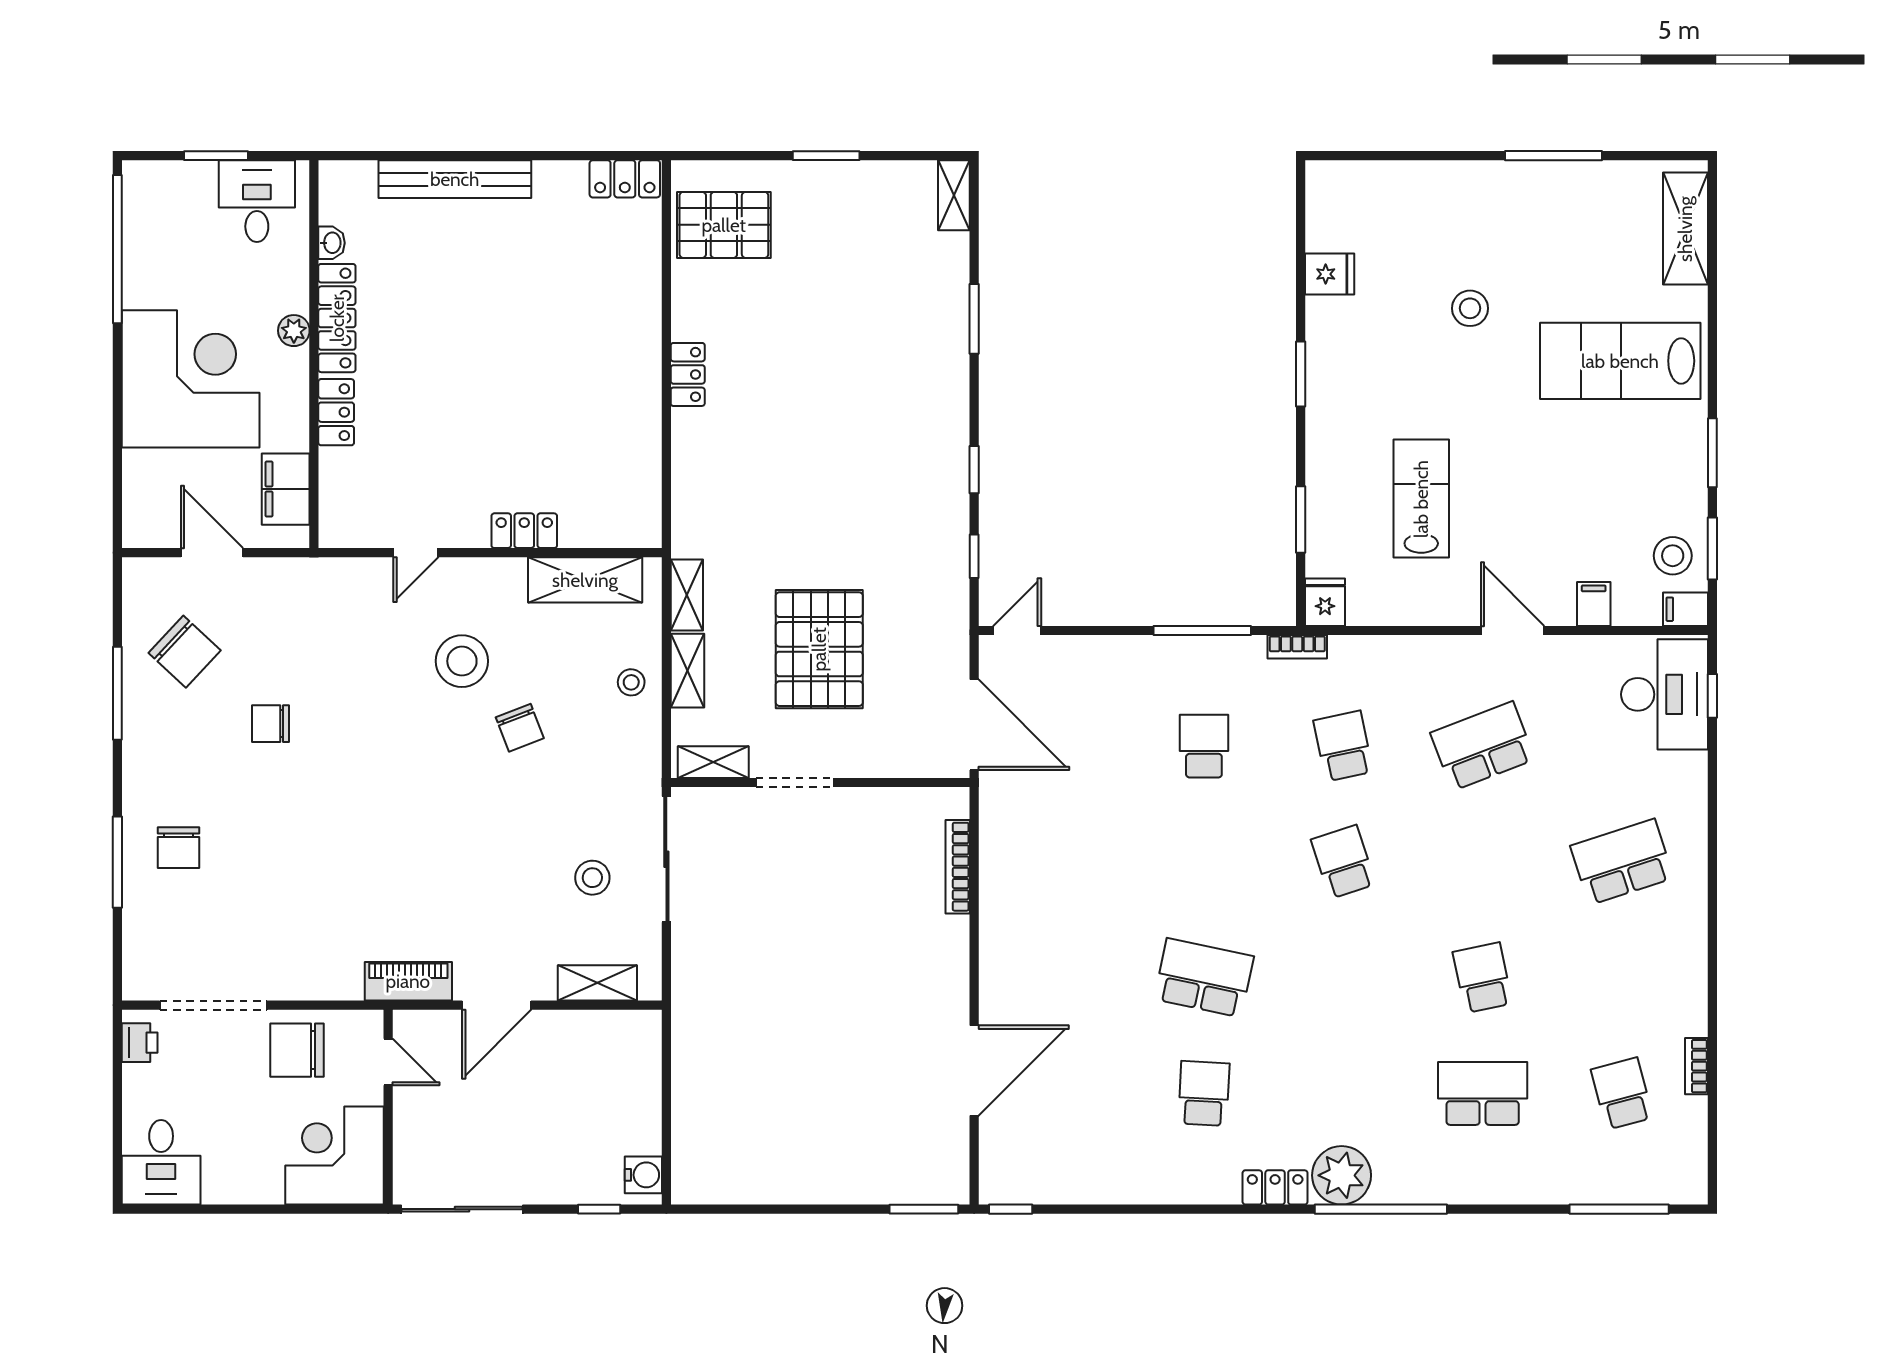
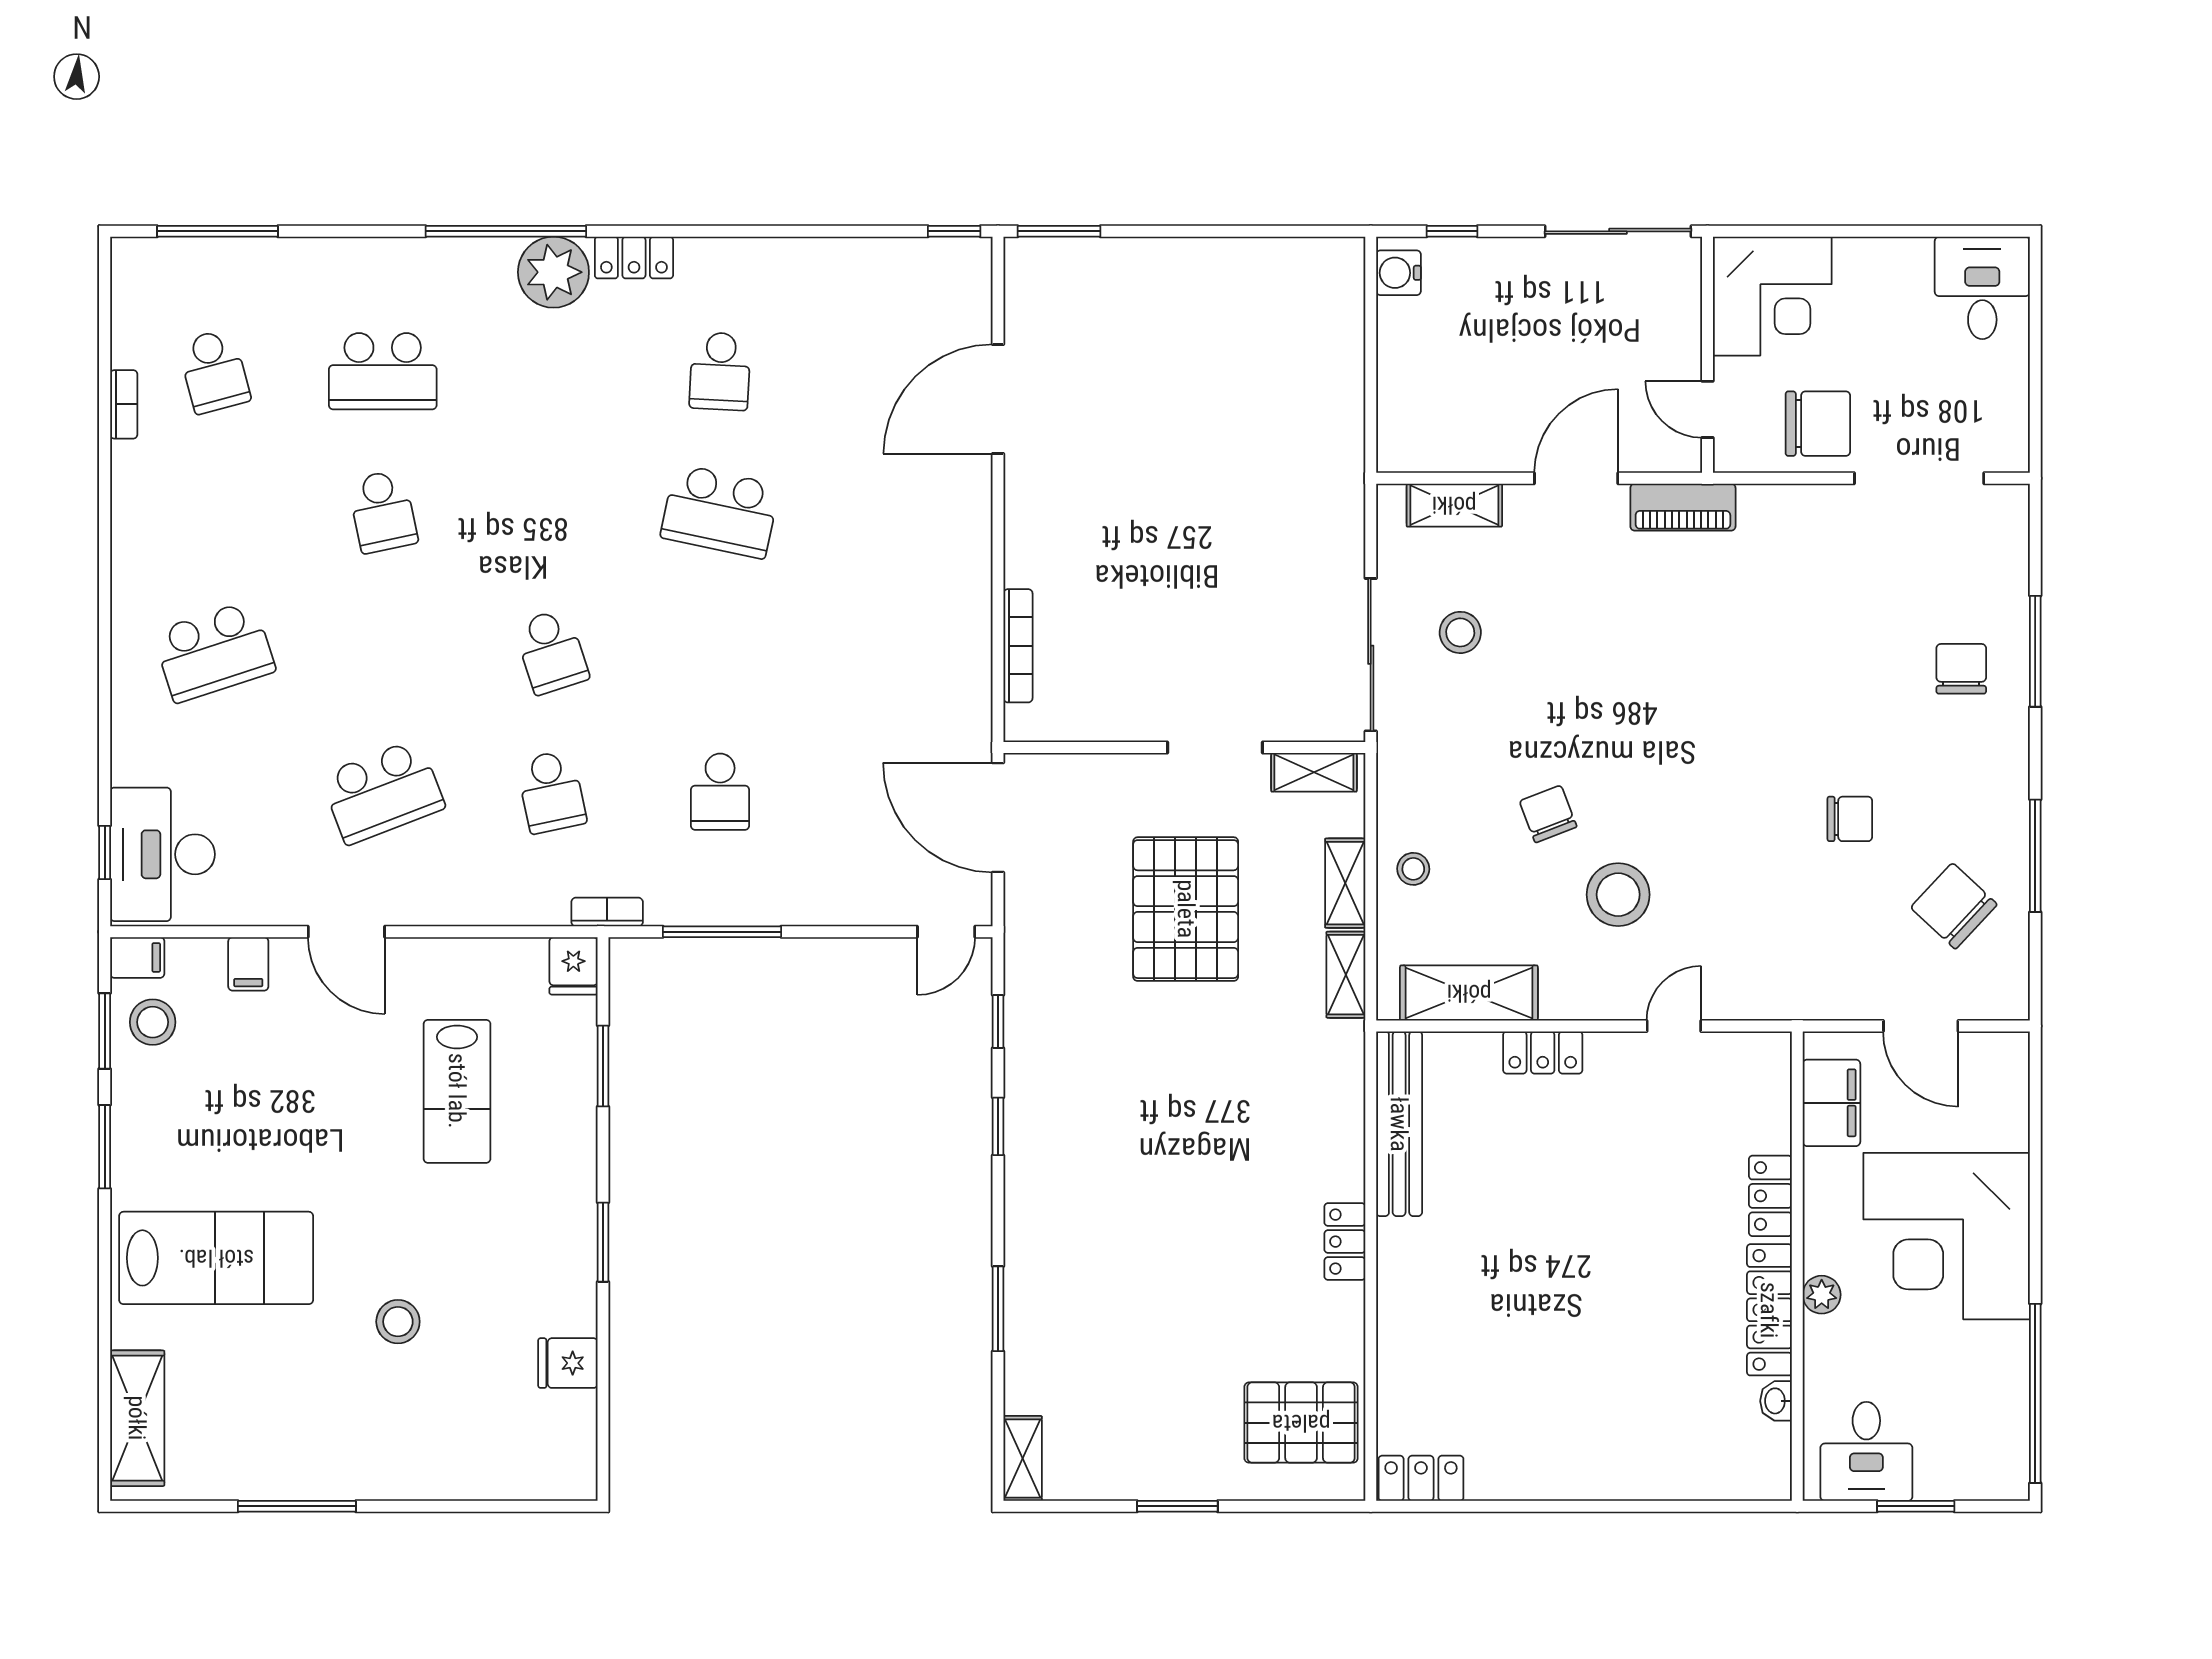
bench: (455, 179) -> (1399, 1124), moved, turned 90
printer: (140, 1043) -> (2008, 433), removed

